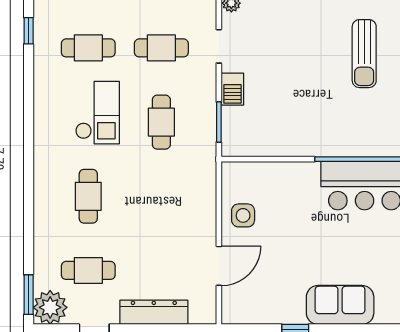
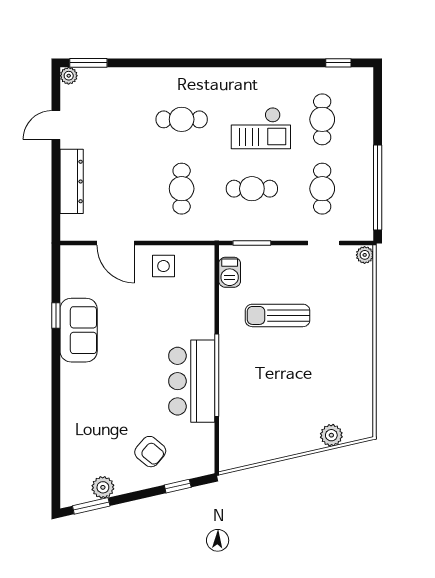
sun lounger: (364, 54) -> (278, 315), moved
barbecue: (232, 89) -> (230, 272), moved, turned -90
cafe table: (88, 270) -> (182, 189), moved
sofa: (340, 305) -> (79, 330), moved
plant: (50, 307) -> (69, 76), width x0.53, depth x0.53

